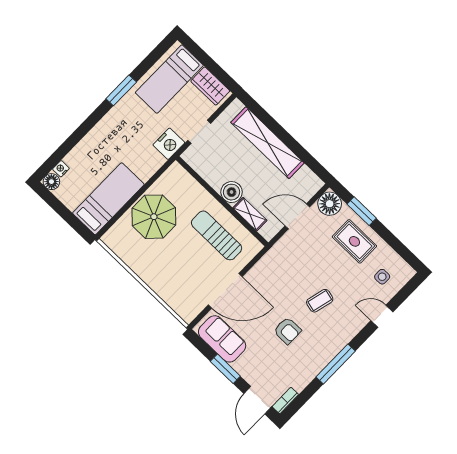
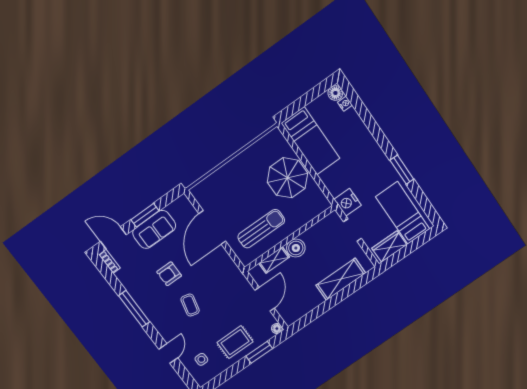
shelving: (267, 143) -> (341, 279), width x0.68
floor lamp: (330, 204) -> (277, 329), width x0.53, depth x0.53
sofa: (222, 339) -> (154, 229), moved

